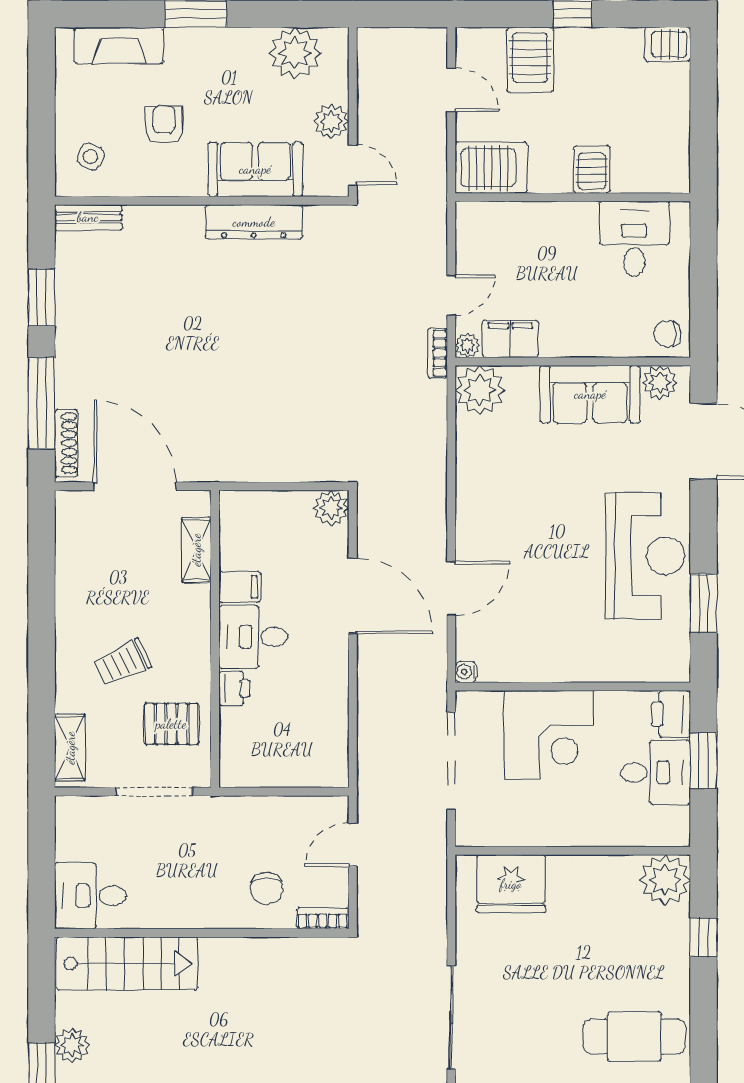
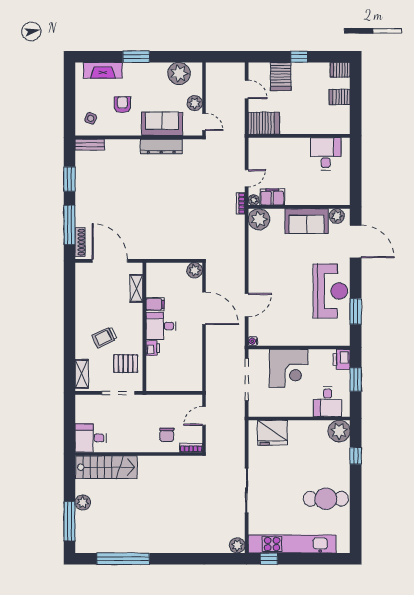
server rack: (592, 169) -> (340, 97), moved, turned -90
chair: (667, 334) -> (340, 195), removed
desk: (656, 773) -> (328, 402), moved, turned 90

